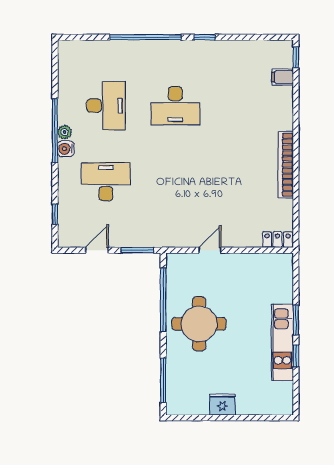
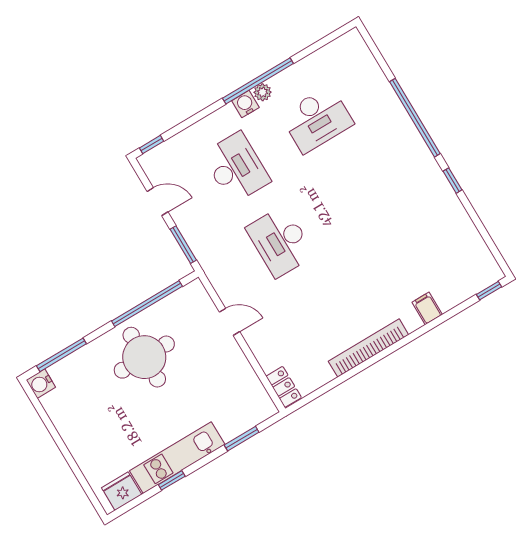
filing cabinet: (283, 77) -> (427, 308), moved
desk: (175, 106) -> (280, 242), moved
window: (55, 214) -> (152, 145), moved
window: (296, 320) -> (242, 439), moved
fridge: (222, 404) -> (122, 491), moved, turned -90
water cooler: (175, 406) -> (41, 384), added

